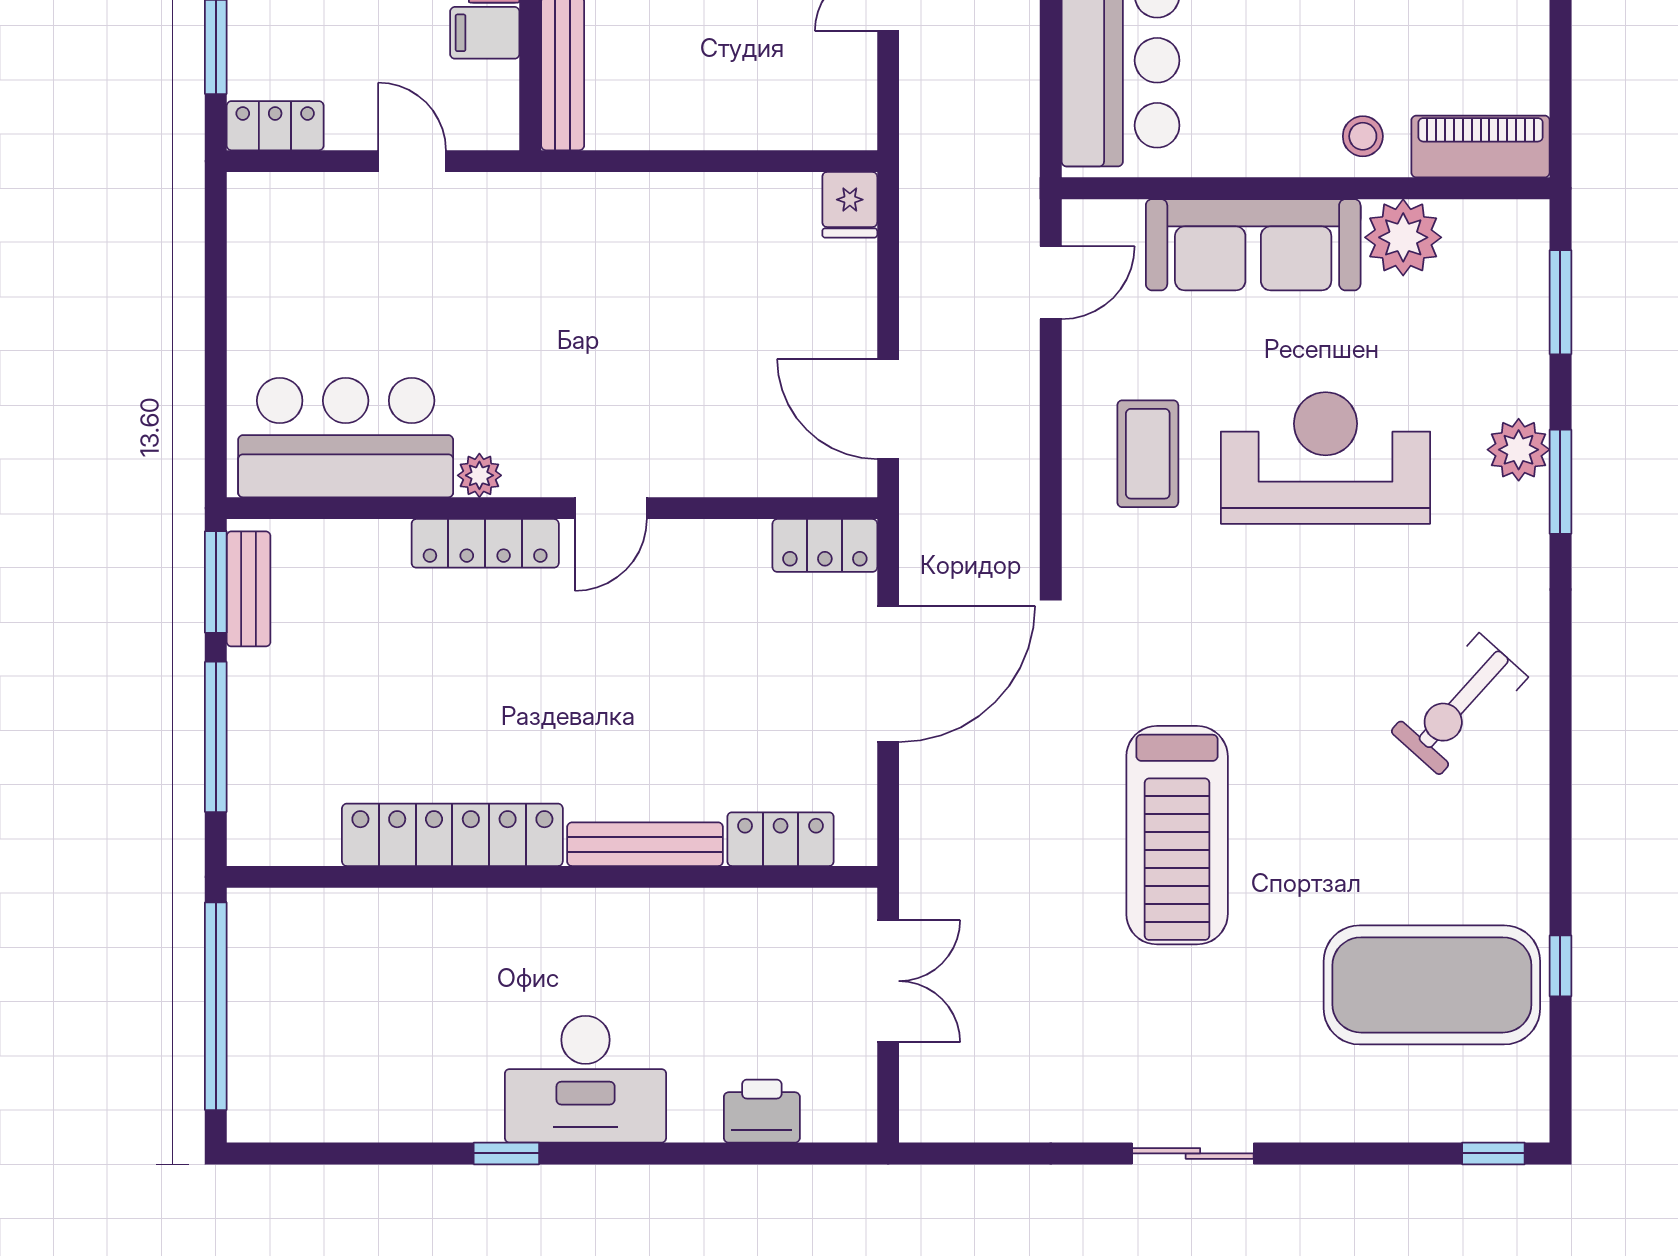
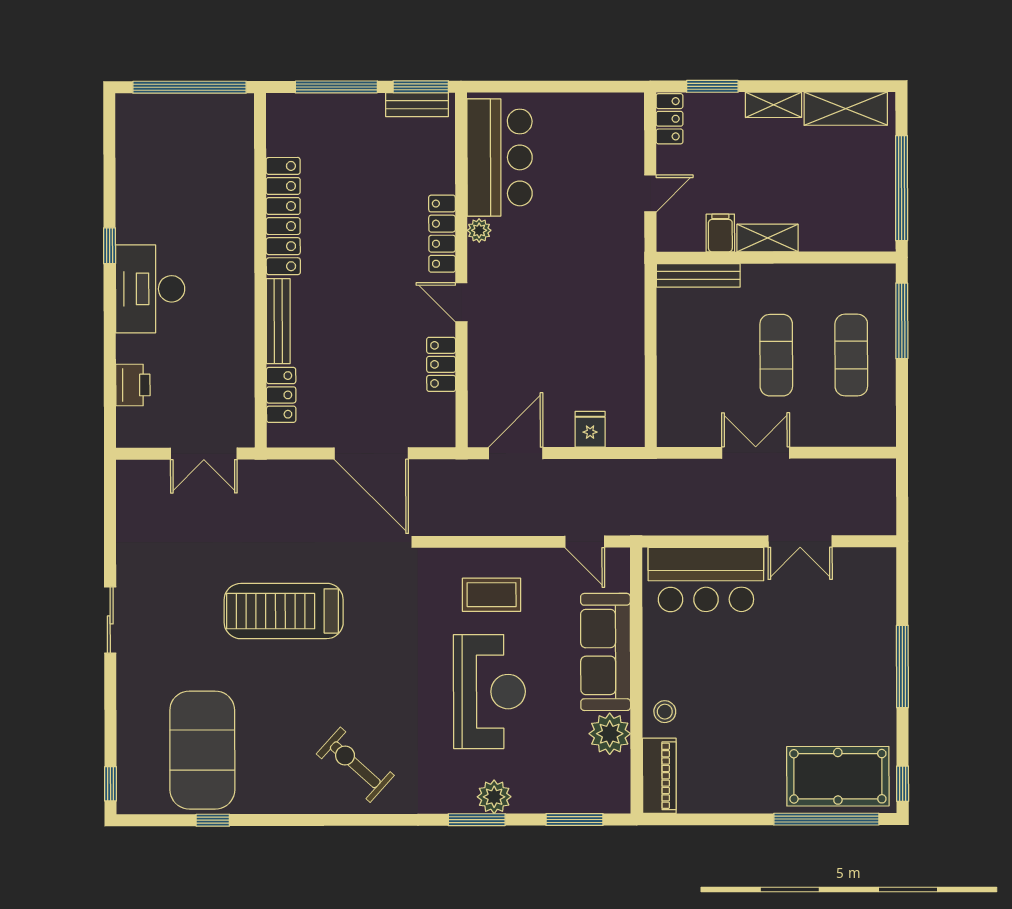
fridge: (850, 205) -> (590, 429), moved, turned 90
locker: (825, 545) -> (441, 364), moved

